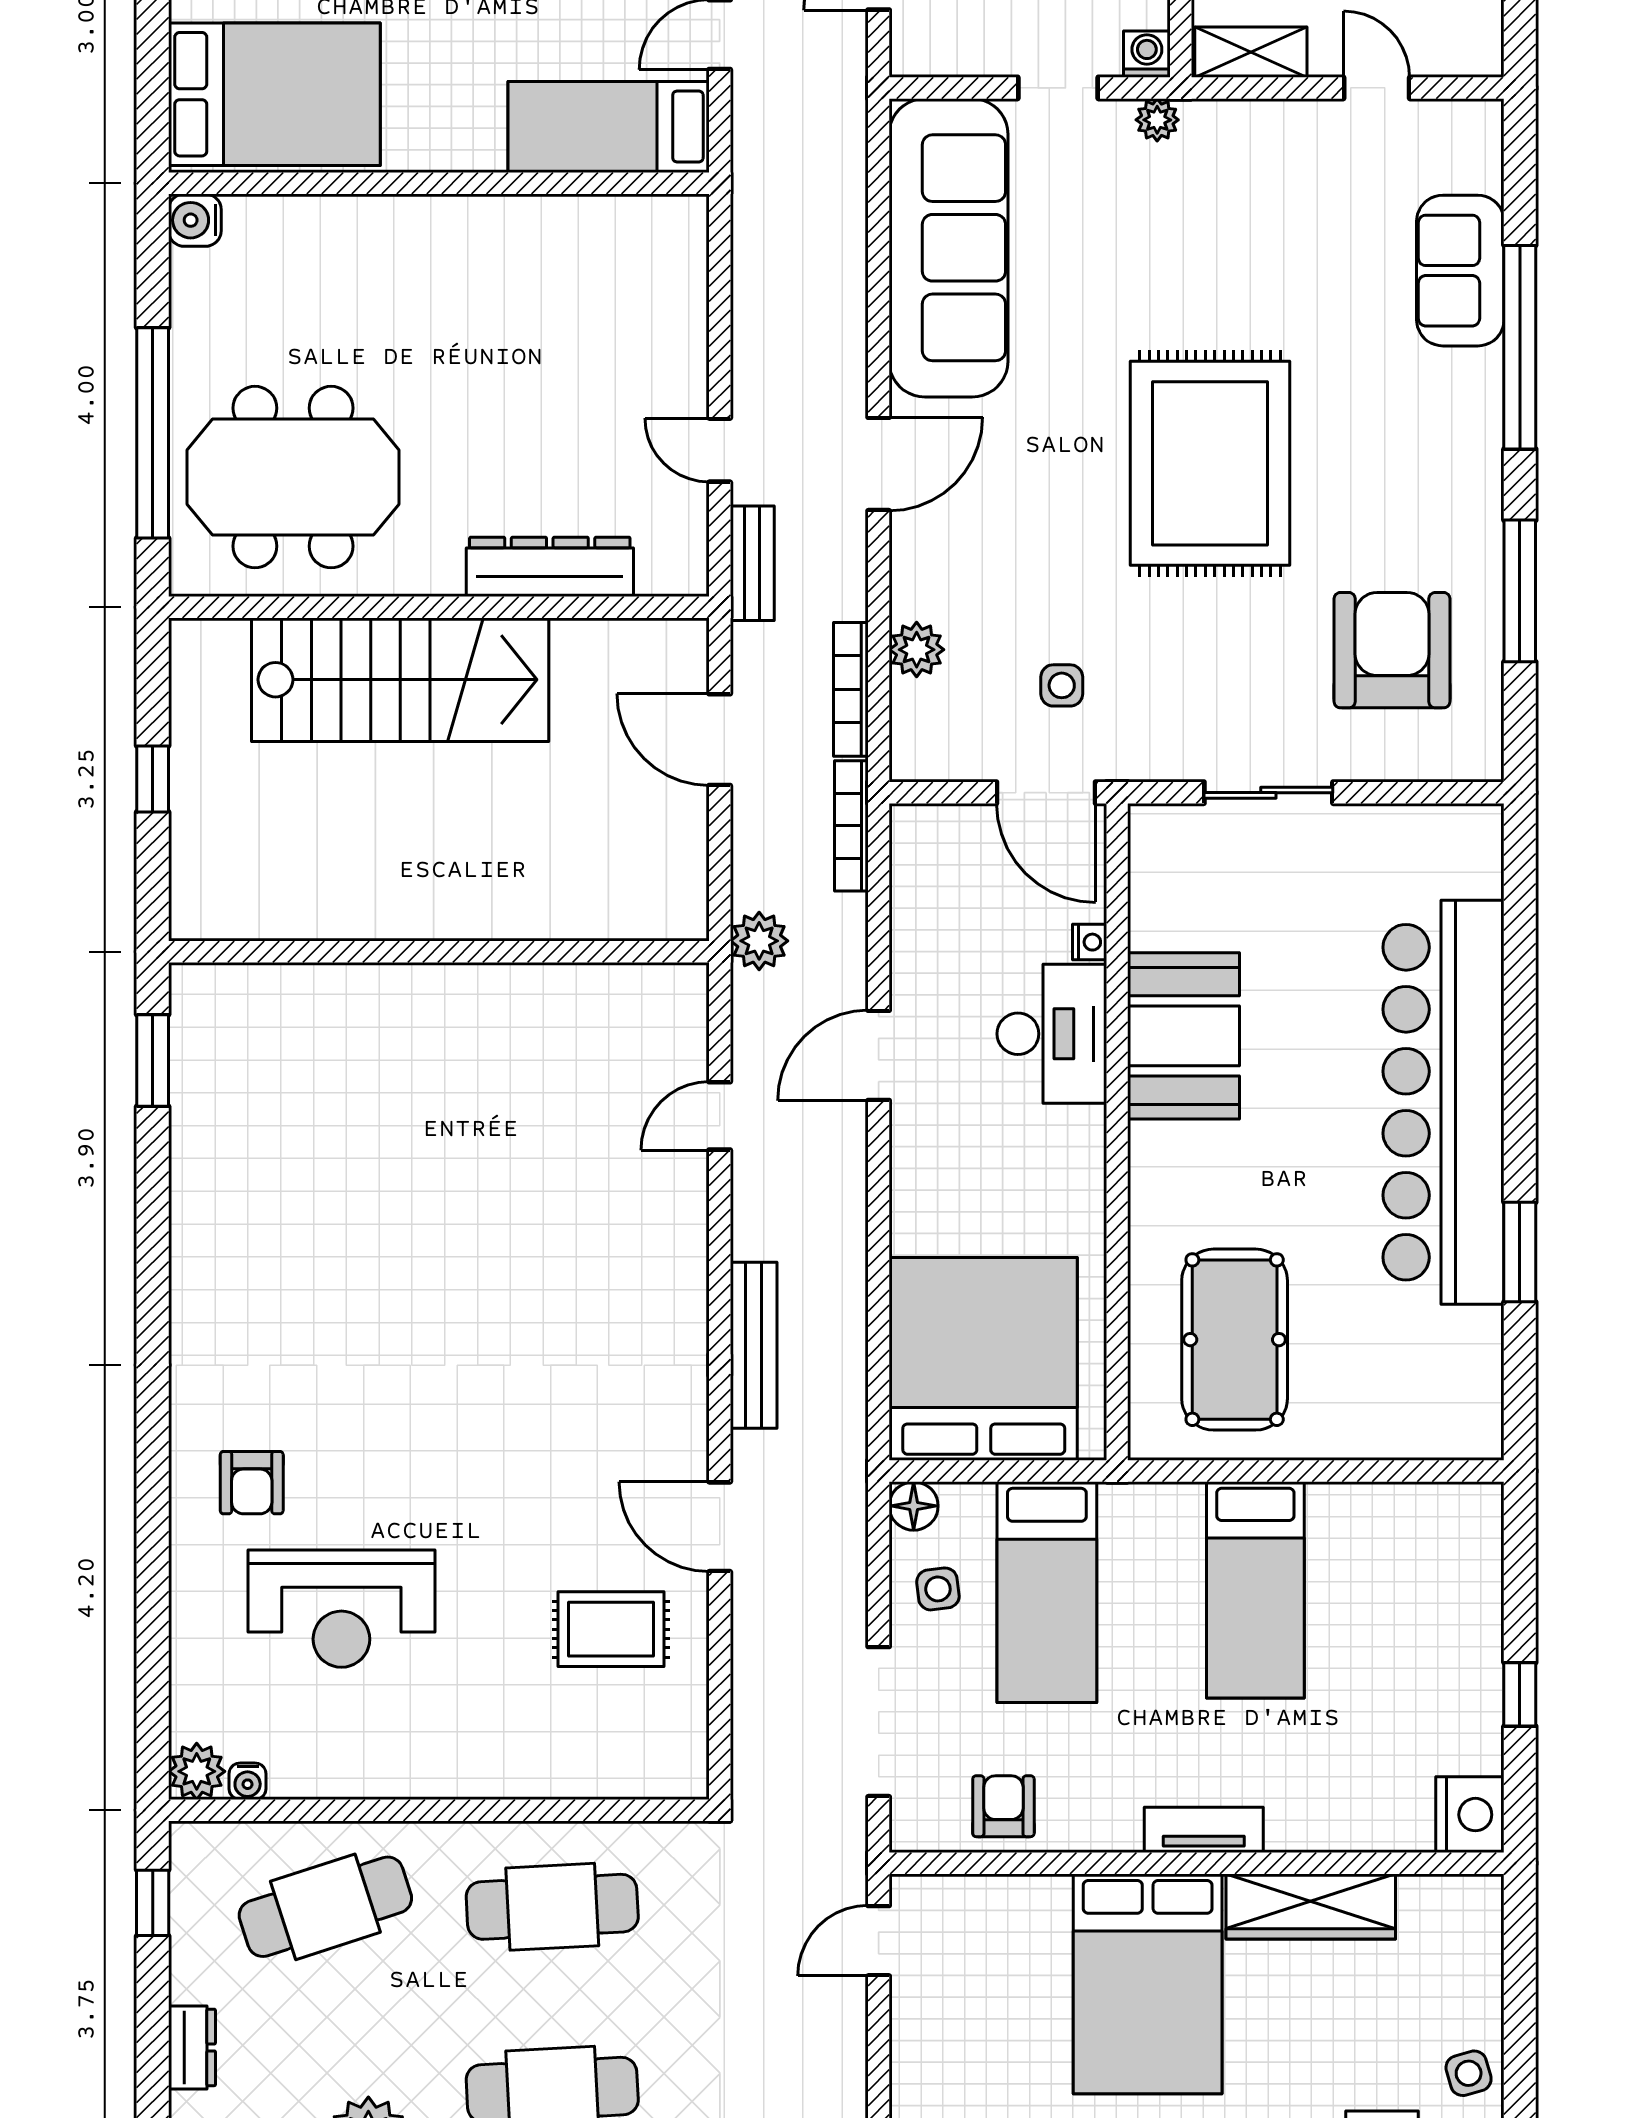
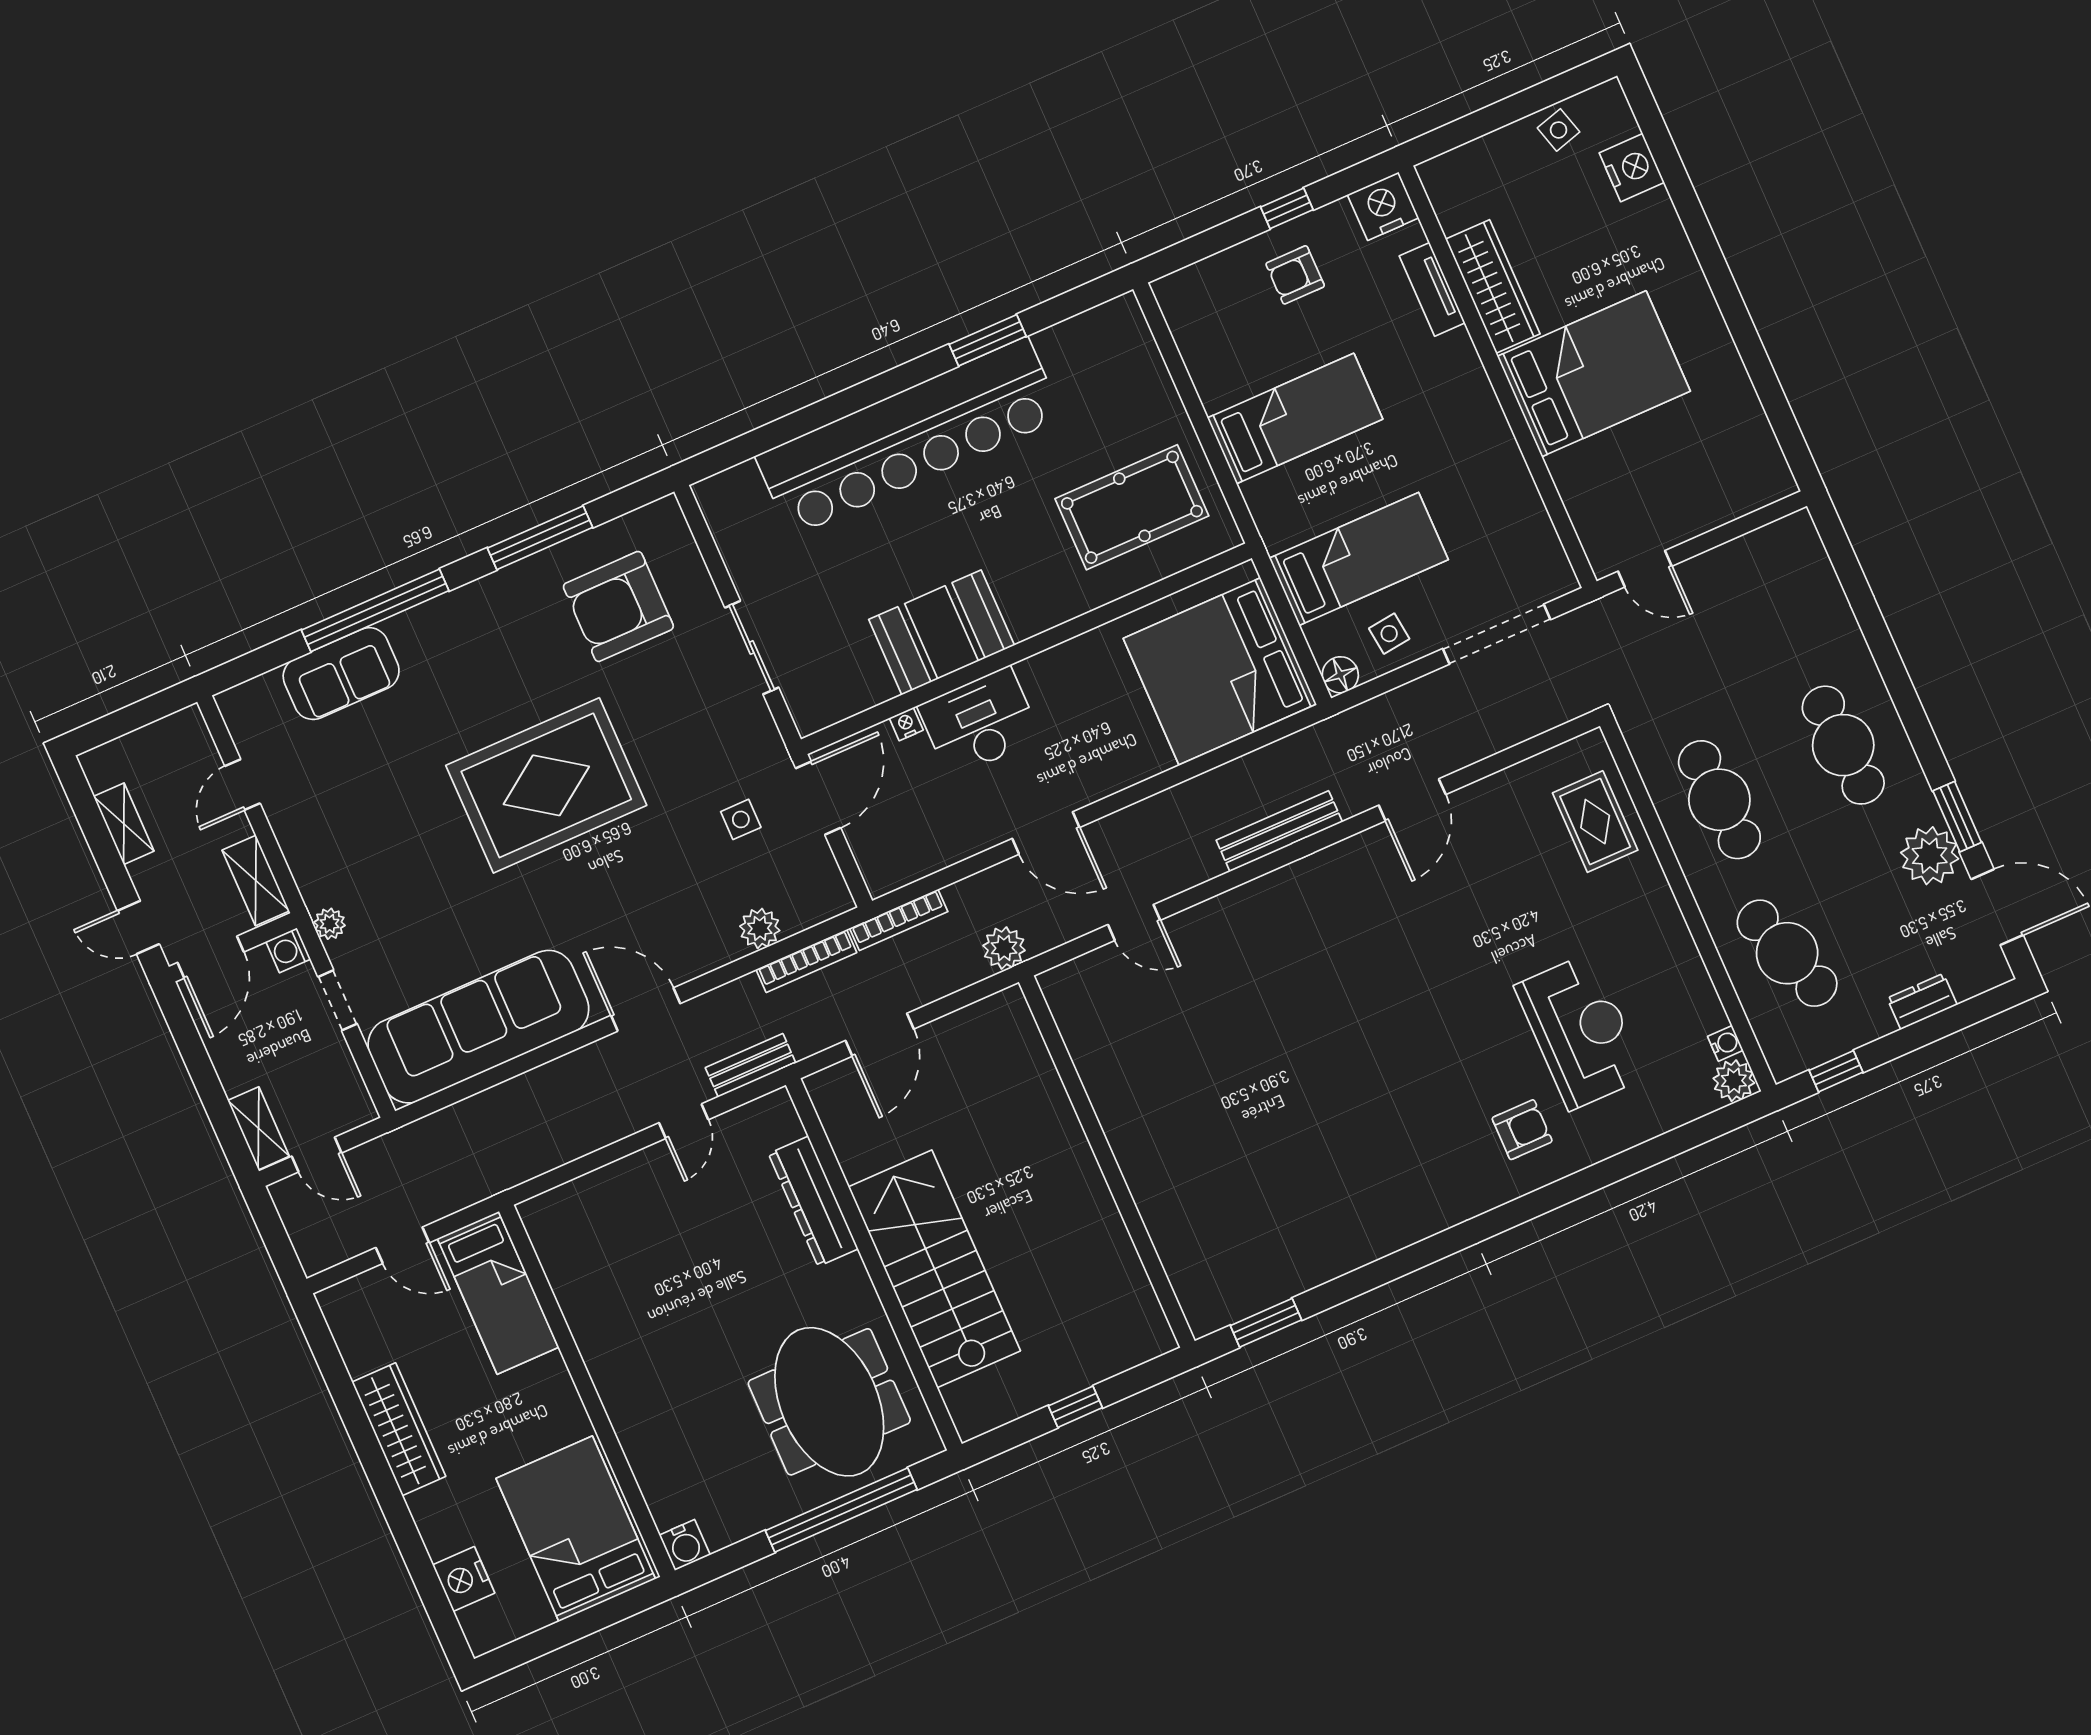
rug: (611, 1629) -> (1595, 822), moved
armchair: (1003, 1806) -> (1295, 275), moved
tv unit: (1204, 1830) -> (1432, 289), moved

